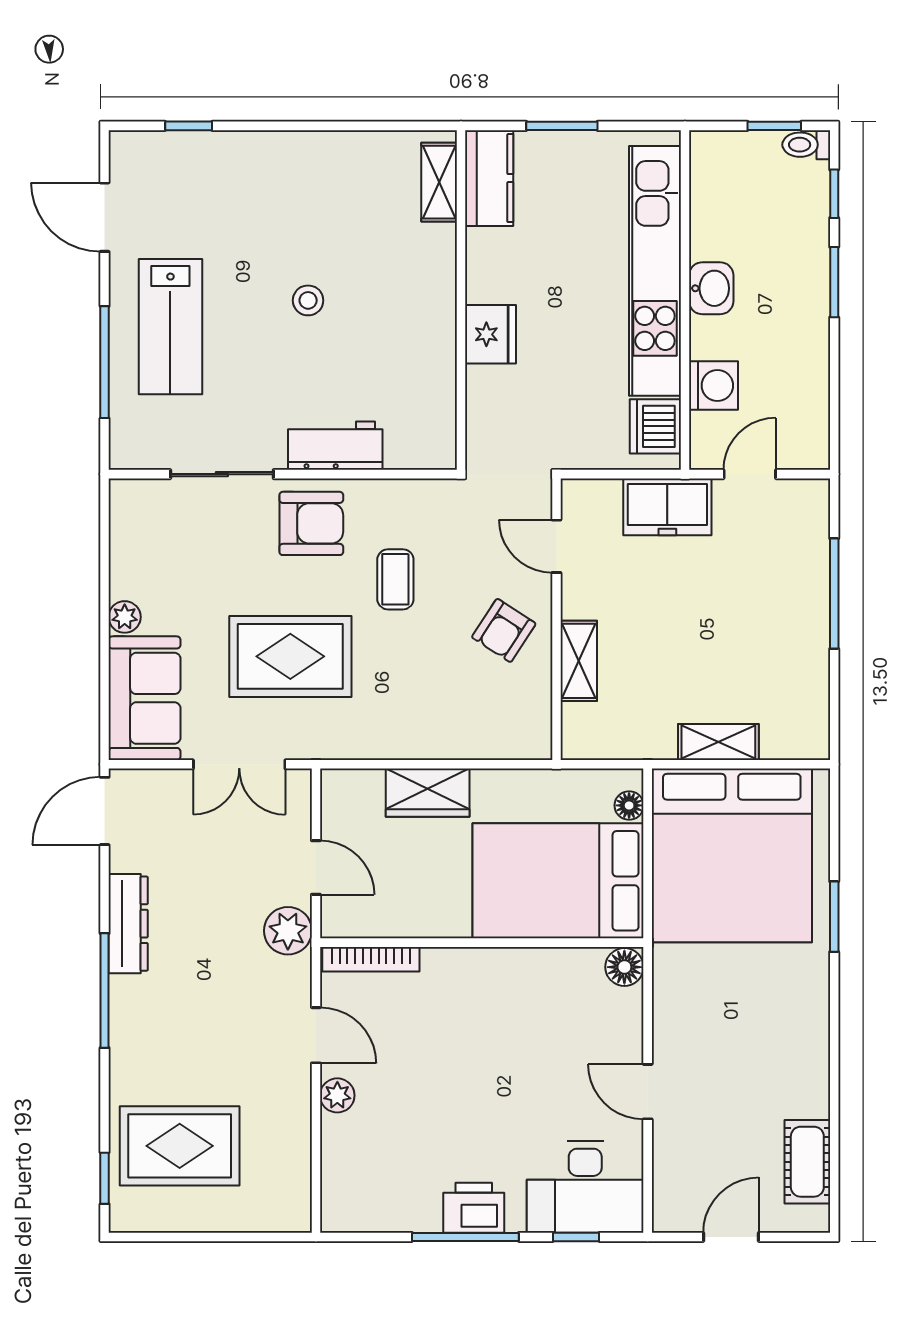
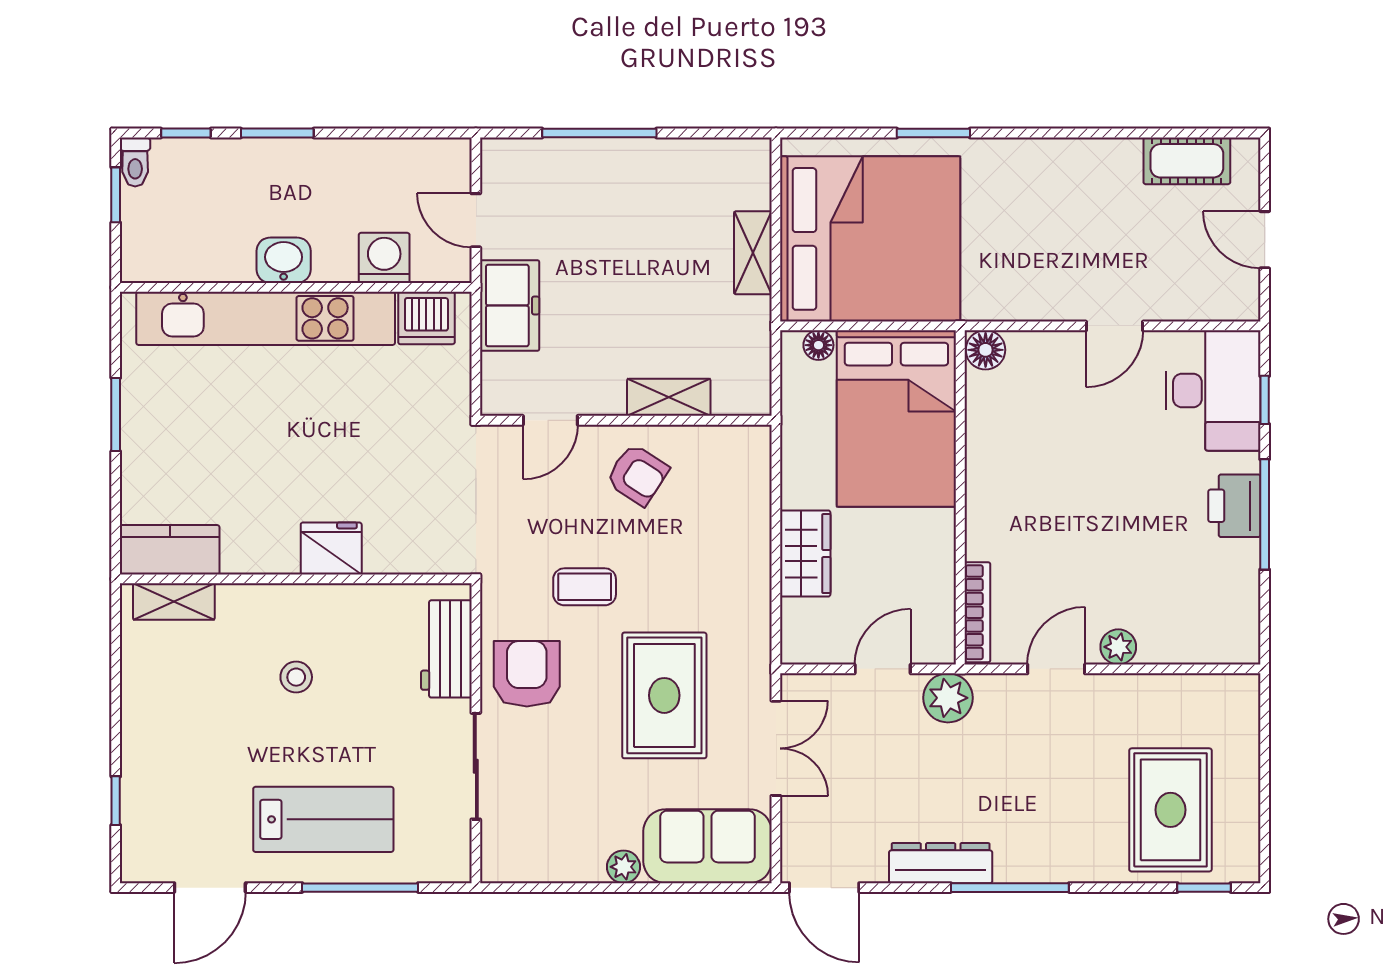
kitchen counter: (489, 178) -> (170, 550), moved
shelving: (439, 182) -> (174, 602), moved
wall: (461, 300) -> (296, 579), moved
fridge: (490, 334) -> (331, 548), moved

